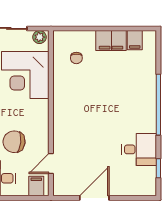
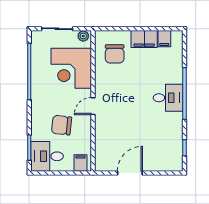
chair: (76, 58) -> (115, 54), width x1.87, depth x1.87
desk: (139, 149) -> (168, 98), moved
door: (51, 164) -> (93, 106), moved

